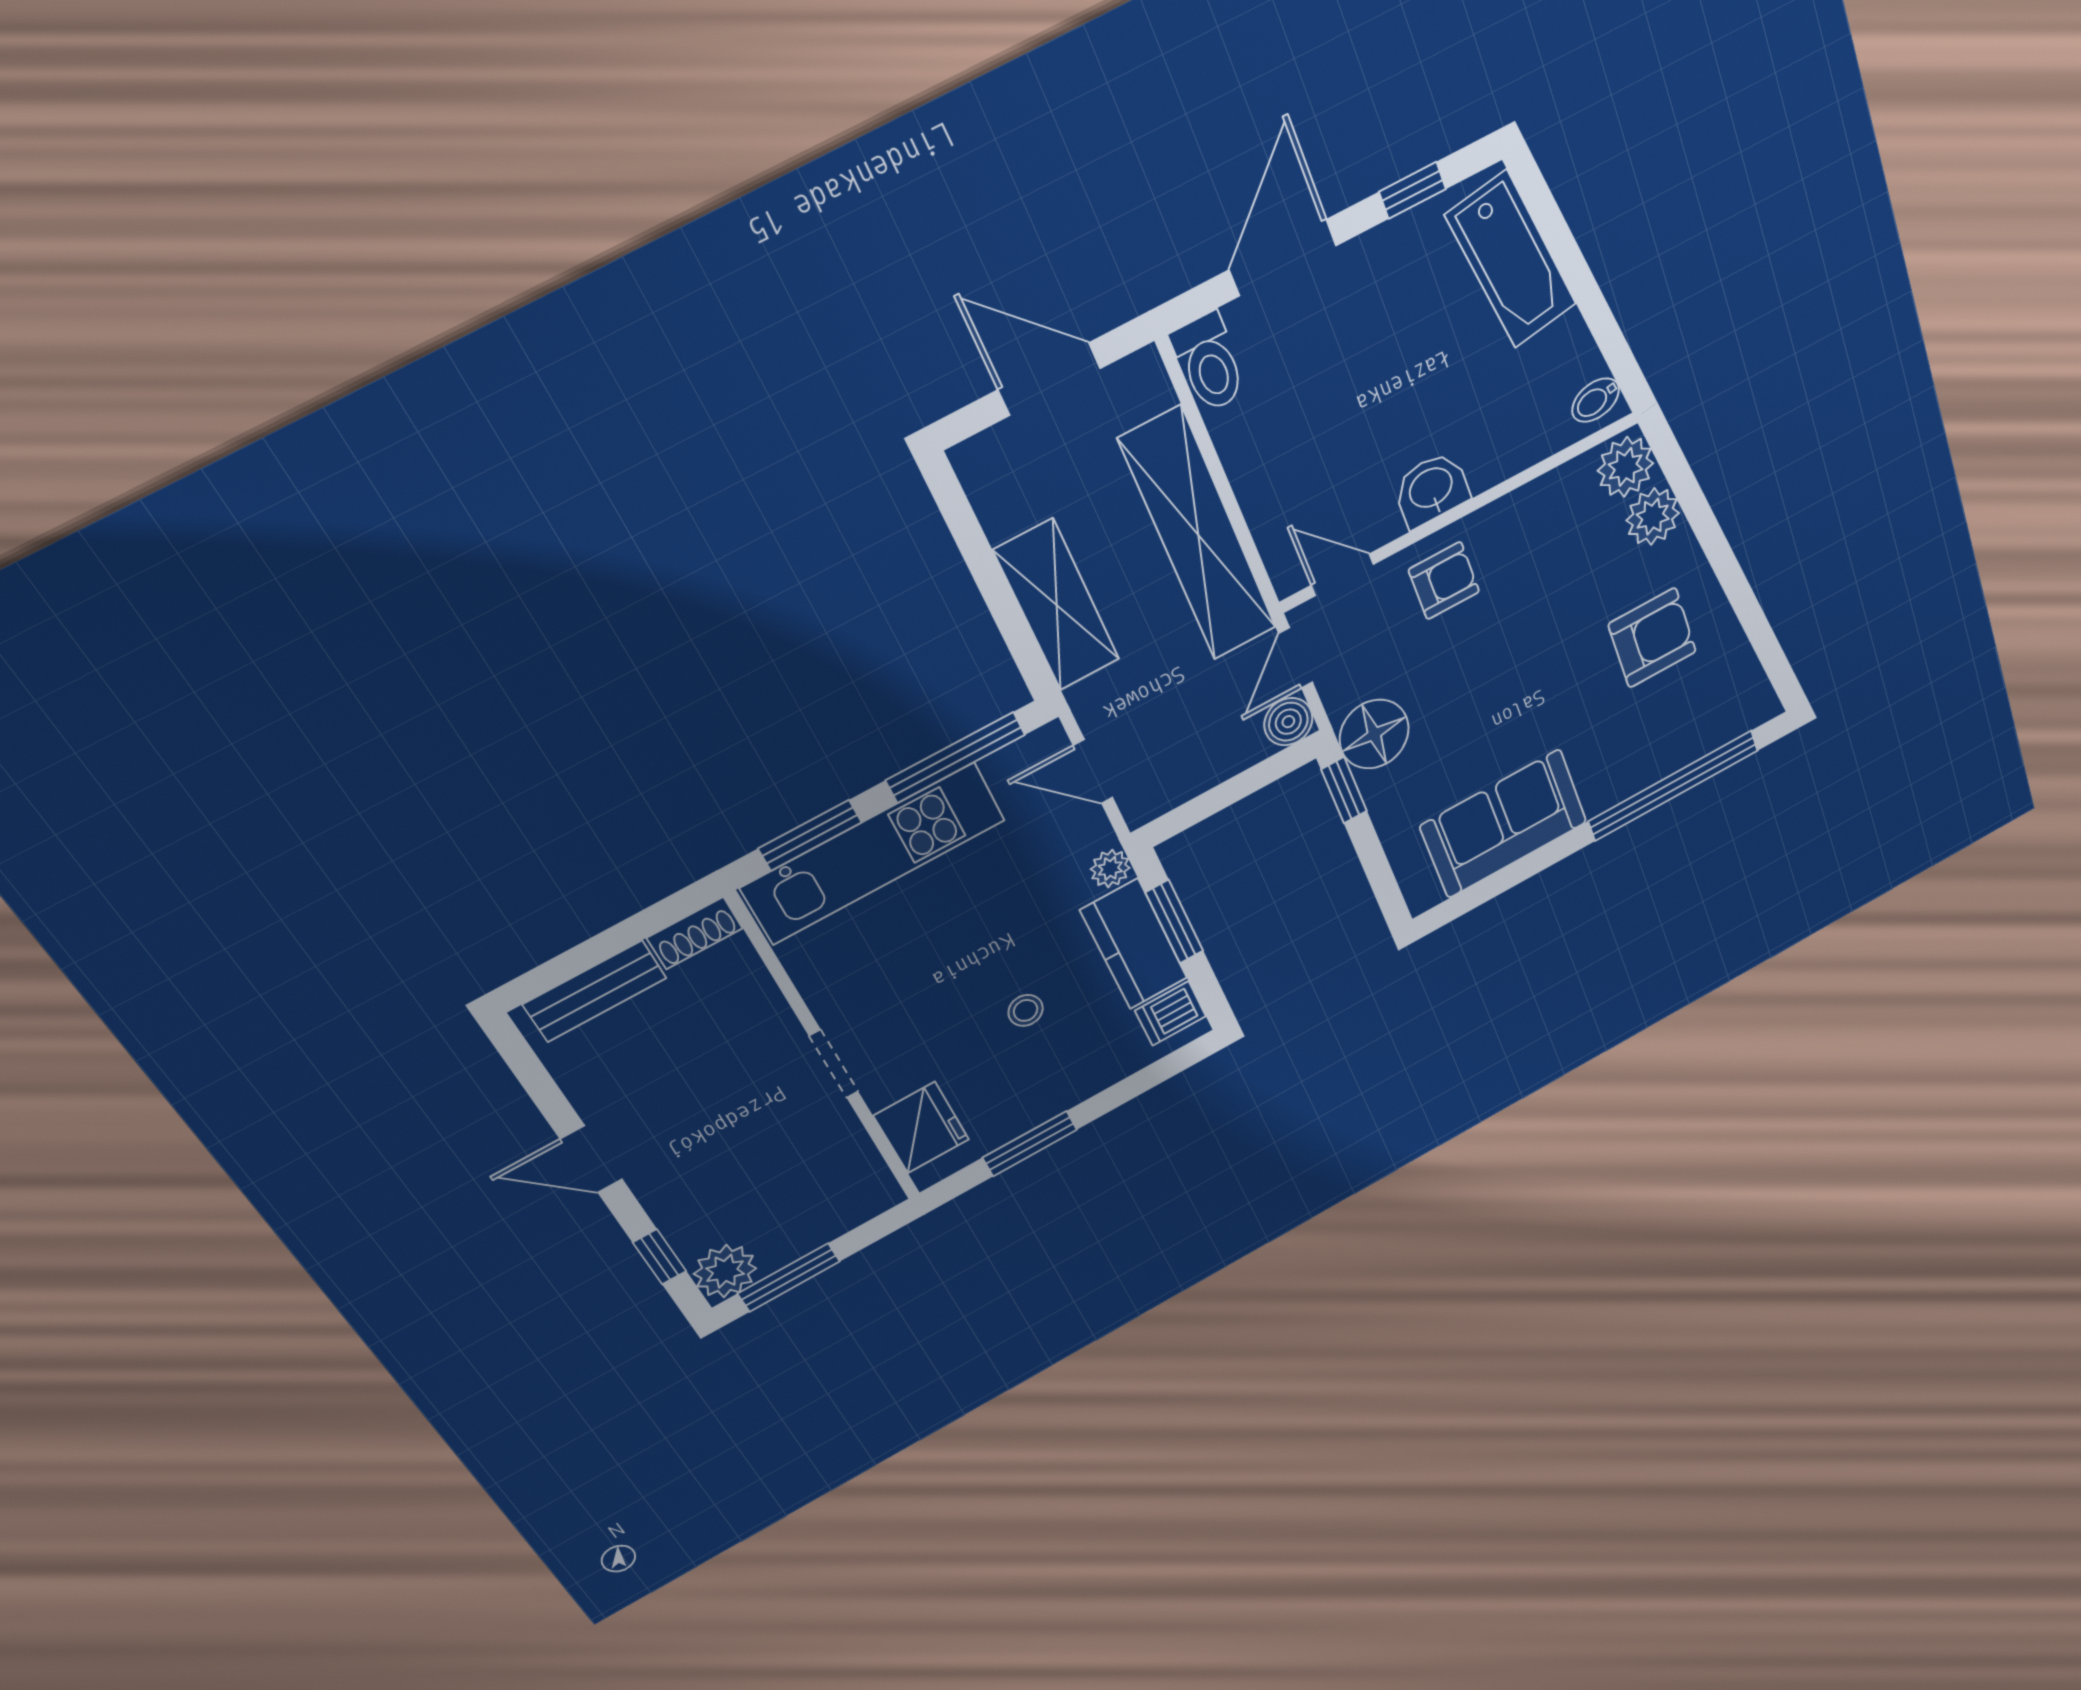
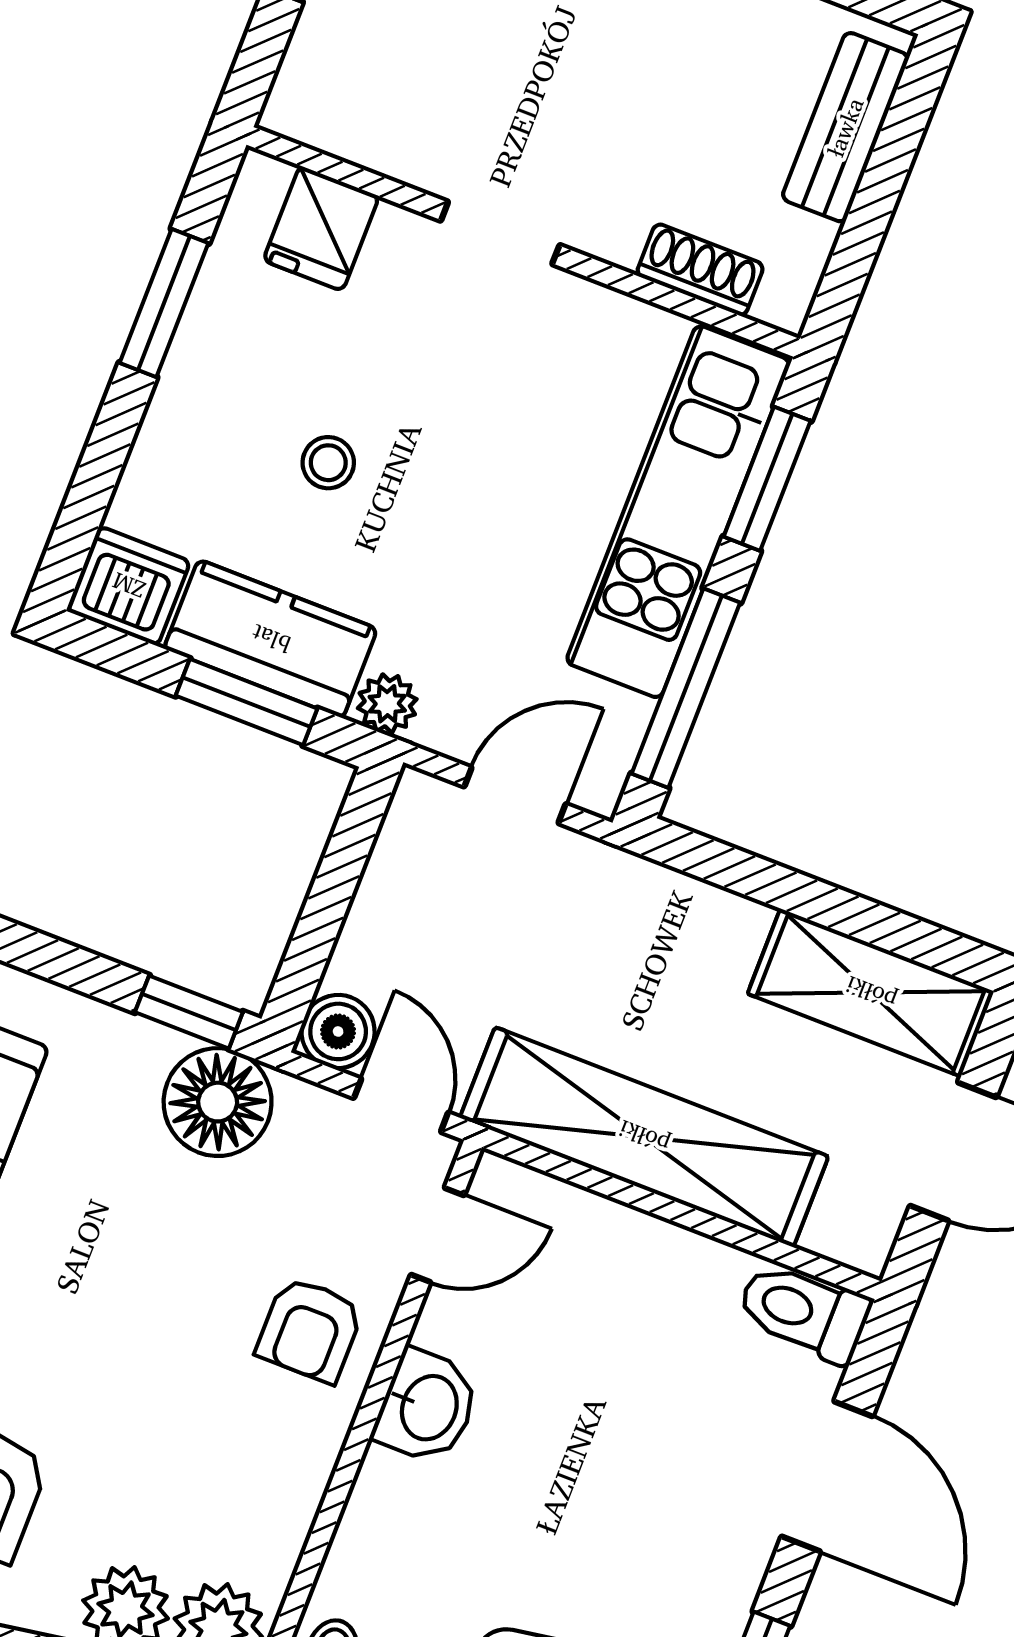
shelving: (1057, 605) -> (871, 993), moved
shoe rack: (695, 933) -> (700, 270), moved, turned 90
dishwasher: (1171, 1013) -> (129, 586), width x1.38
fridge: (921, 1128) -> (321, 228), width x0.72

